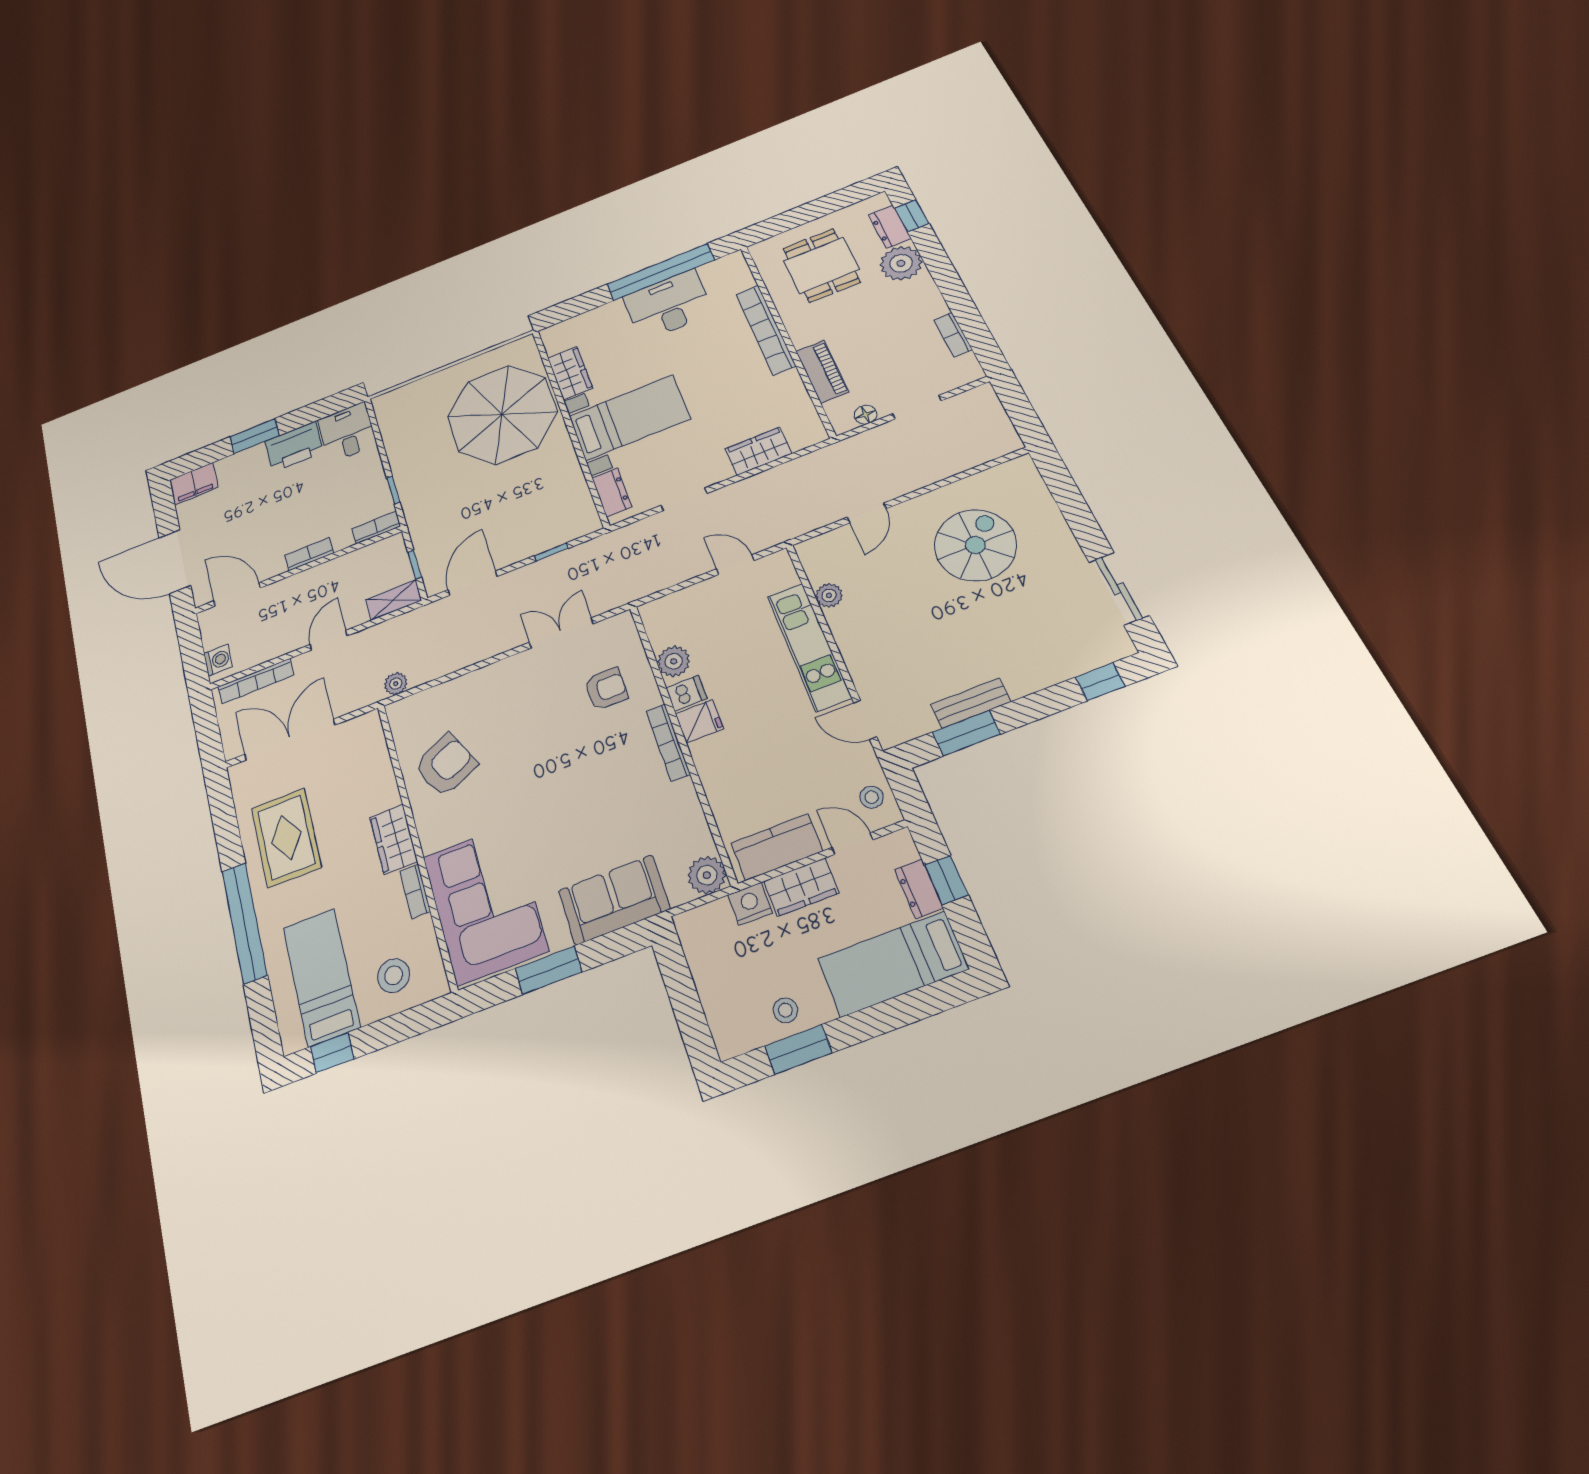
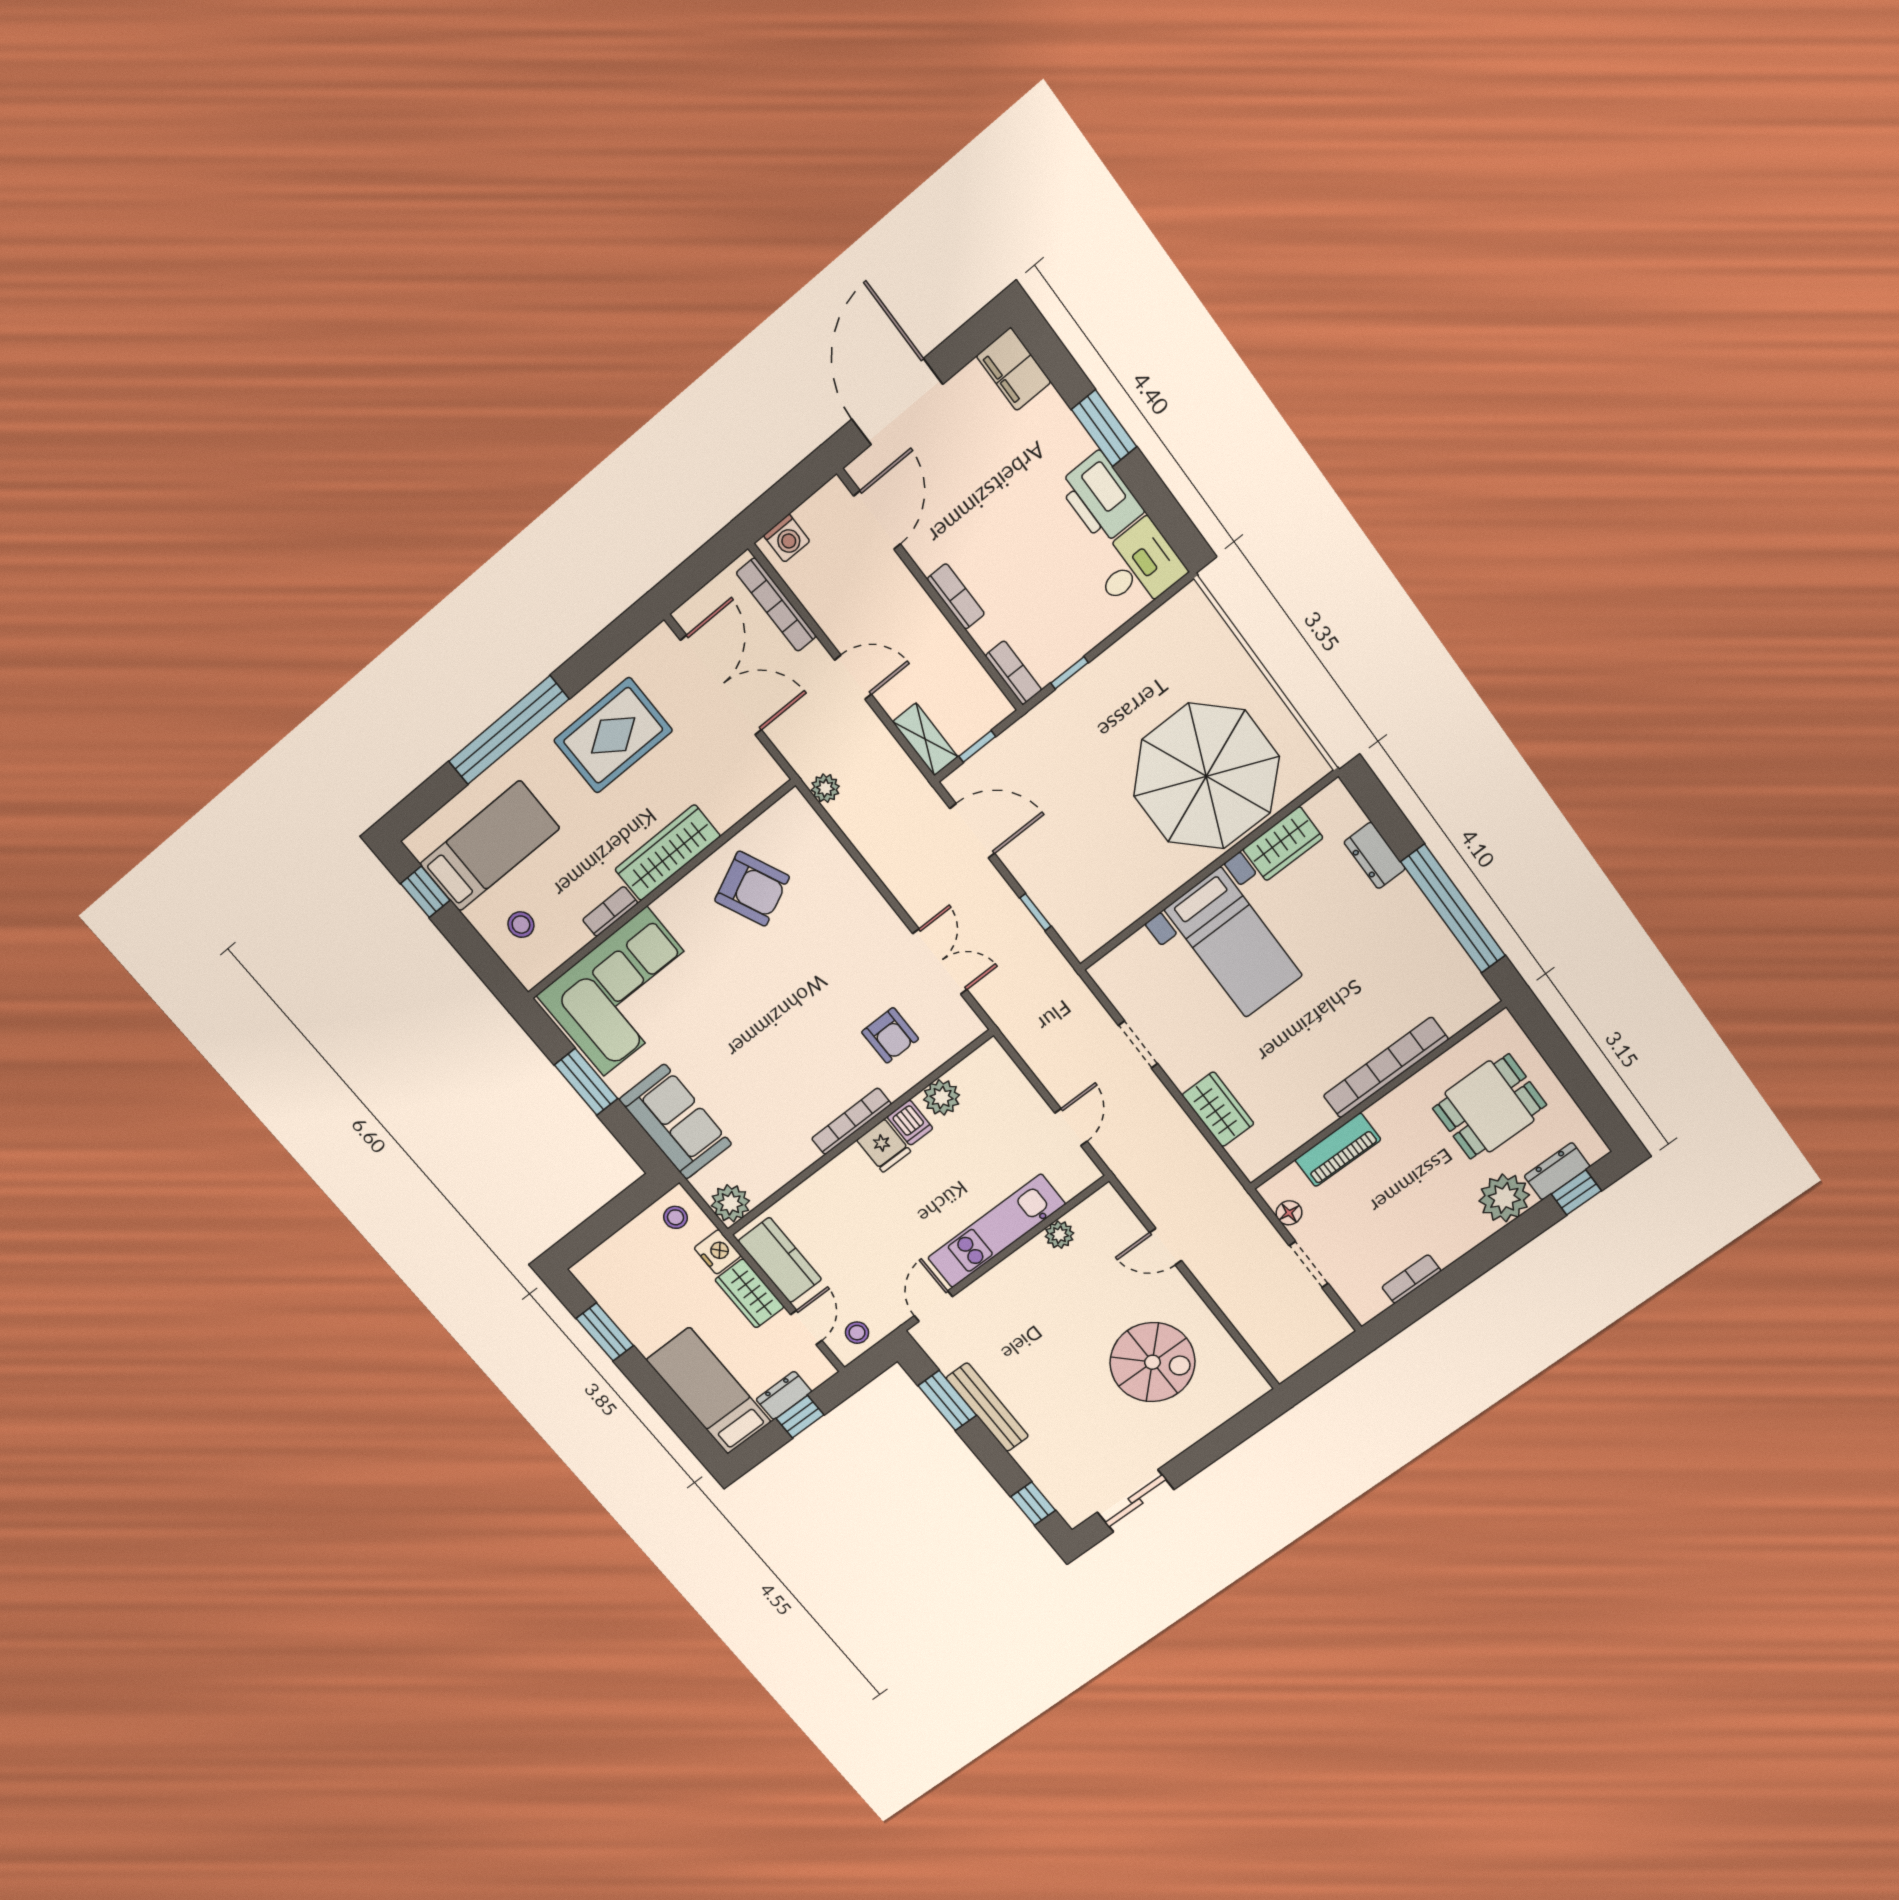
desk: (668, 305) -> (1404, 936), removed
dresser: (612, 492) -> (1375, 855), moved, turned 90
bench: (971, 703) -> (987, 1407), width x1.36
wardrobe: (394, 839) -> (667, 853), width x1.50
stool: (394, 975) -> (521, 925), width x0.73, depth x0.73
stool: (785, 1010) -> (675, 1217), moved

